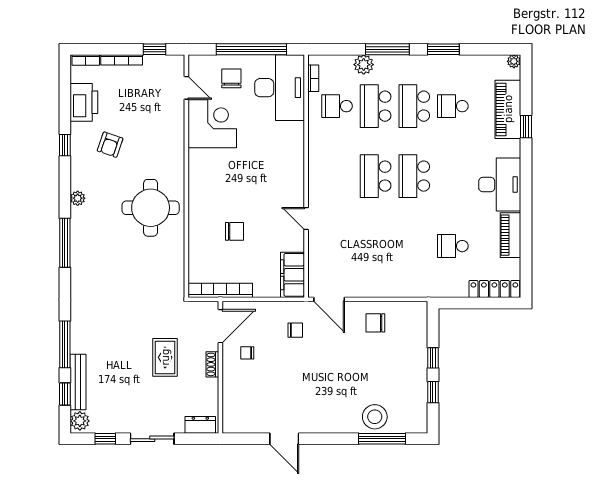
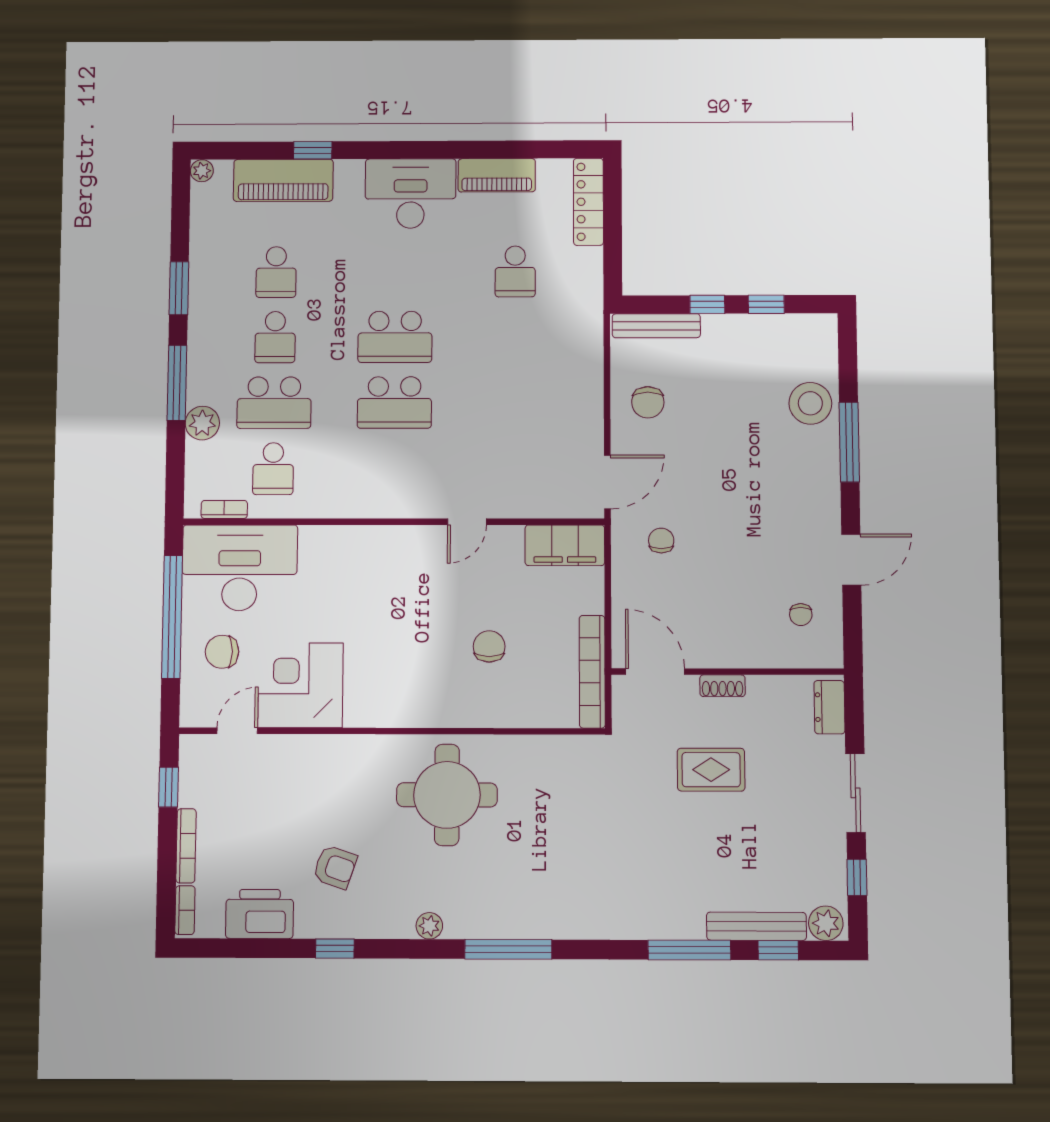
school desk: (414, 106) -> (275, 337), width x0.54
bench: (420, 328) -> (656, 326), added
chair: (247, 353) -> (801, 615), moved
window: (382, 439) -> (849, 442), moved

